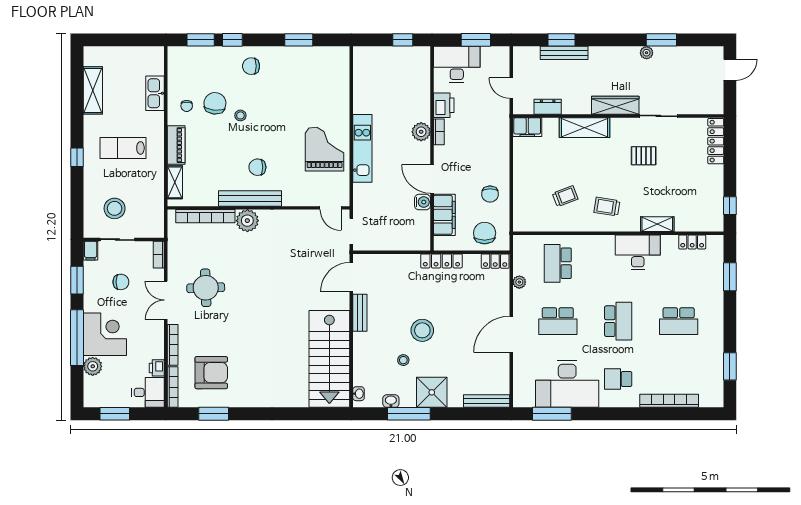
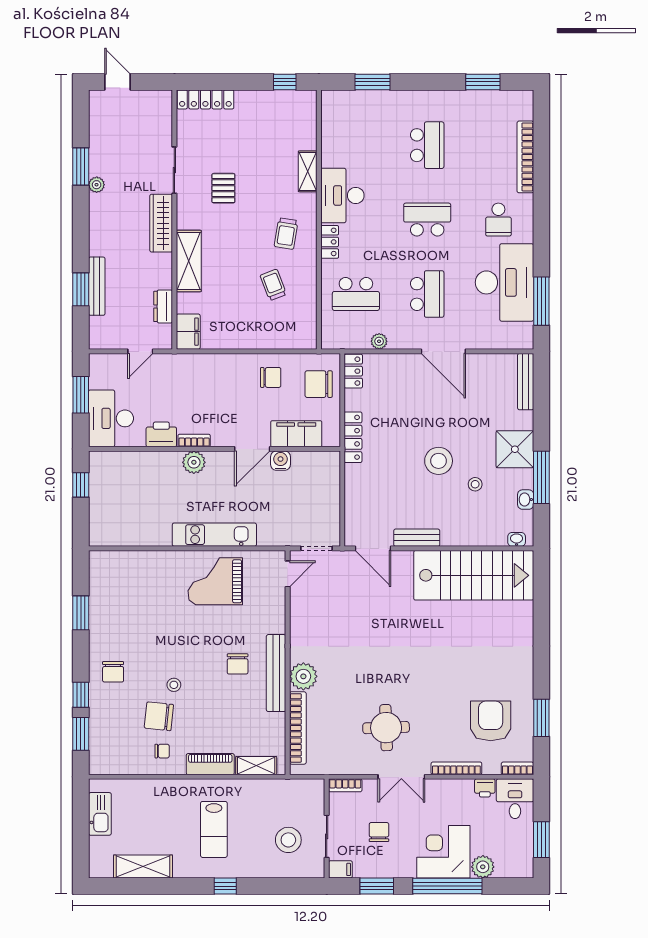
kitchen sink: (155, 93) -> (100, 814), moved, turned -90
locker: (692, 242) -> (330, 242), moved
bookcase: (173, 387) -> (517, 768), width x0.64

